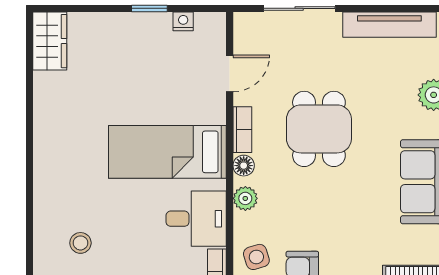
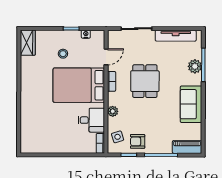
bed: (167, 152) -> (79, 85), width x1.50
floor lamp: (244, 166) -> (112, 97), removed
stool: (80, 243) -> (63, 54), moved

